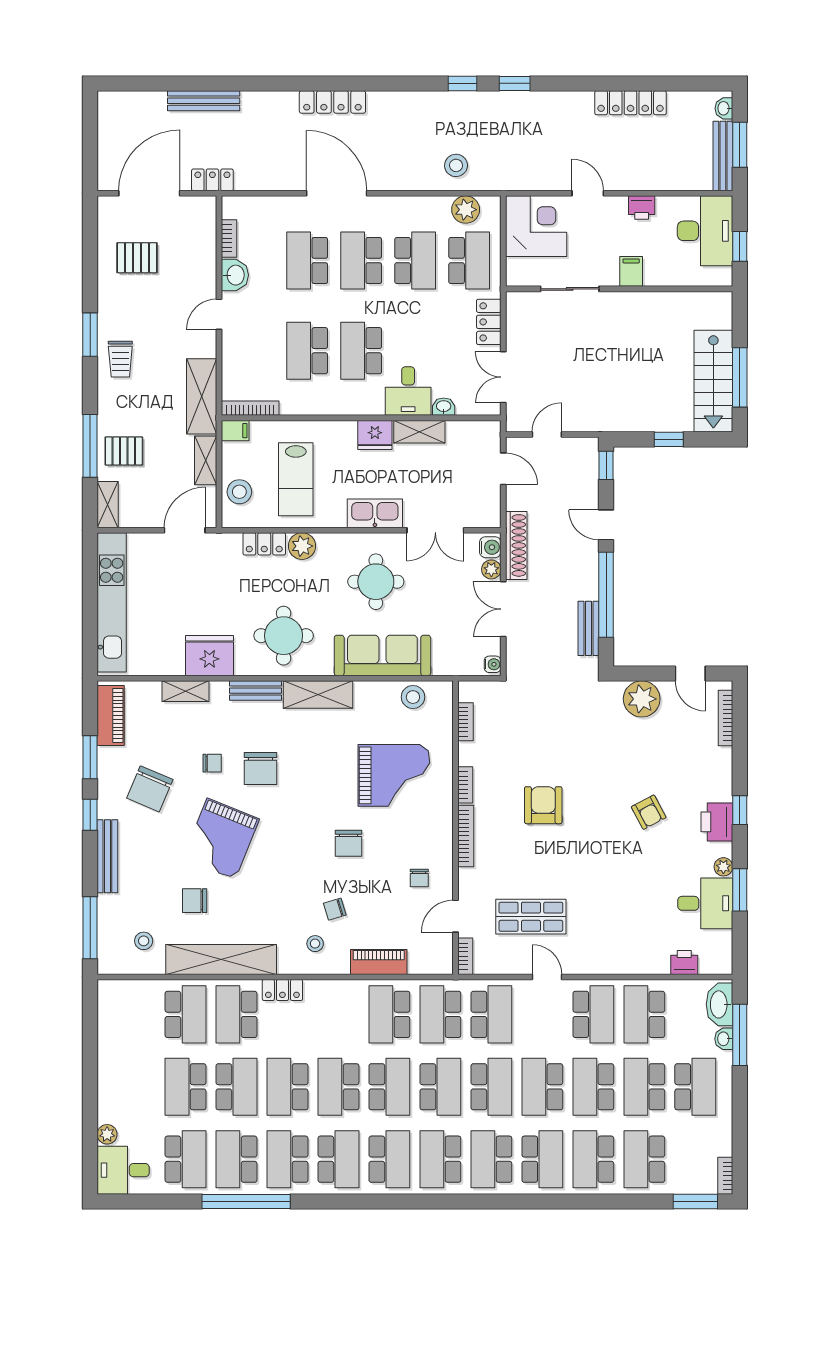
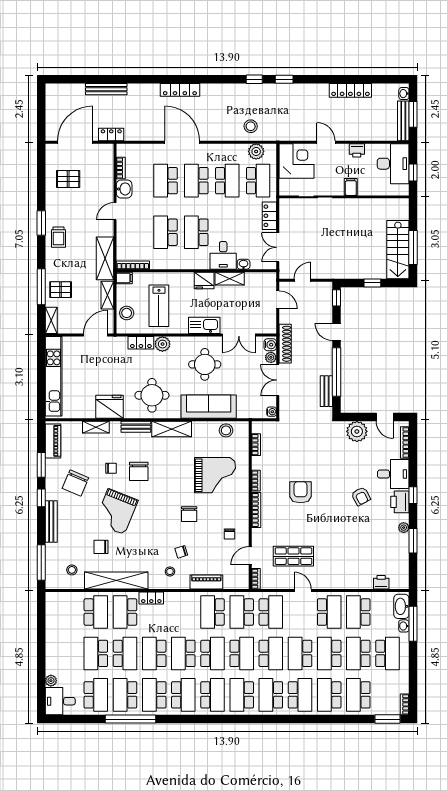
desk: (705, 903) -> (393, 474), moved

